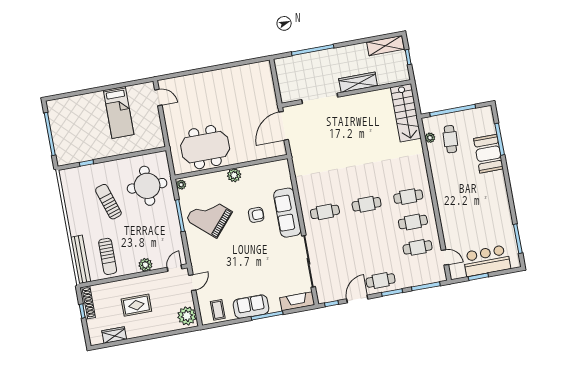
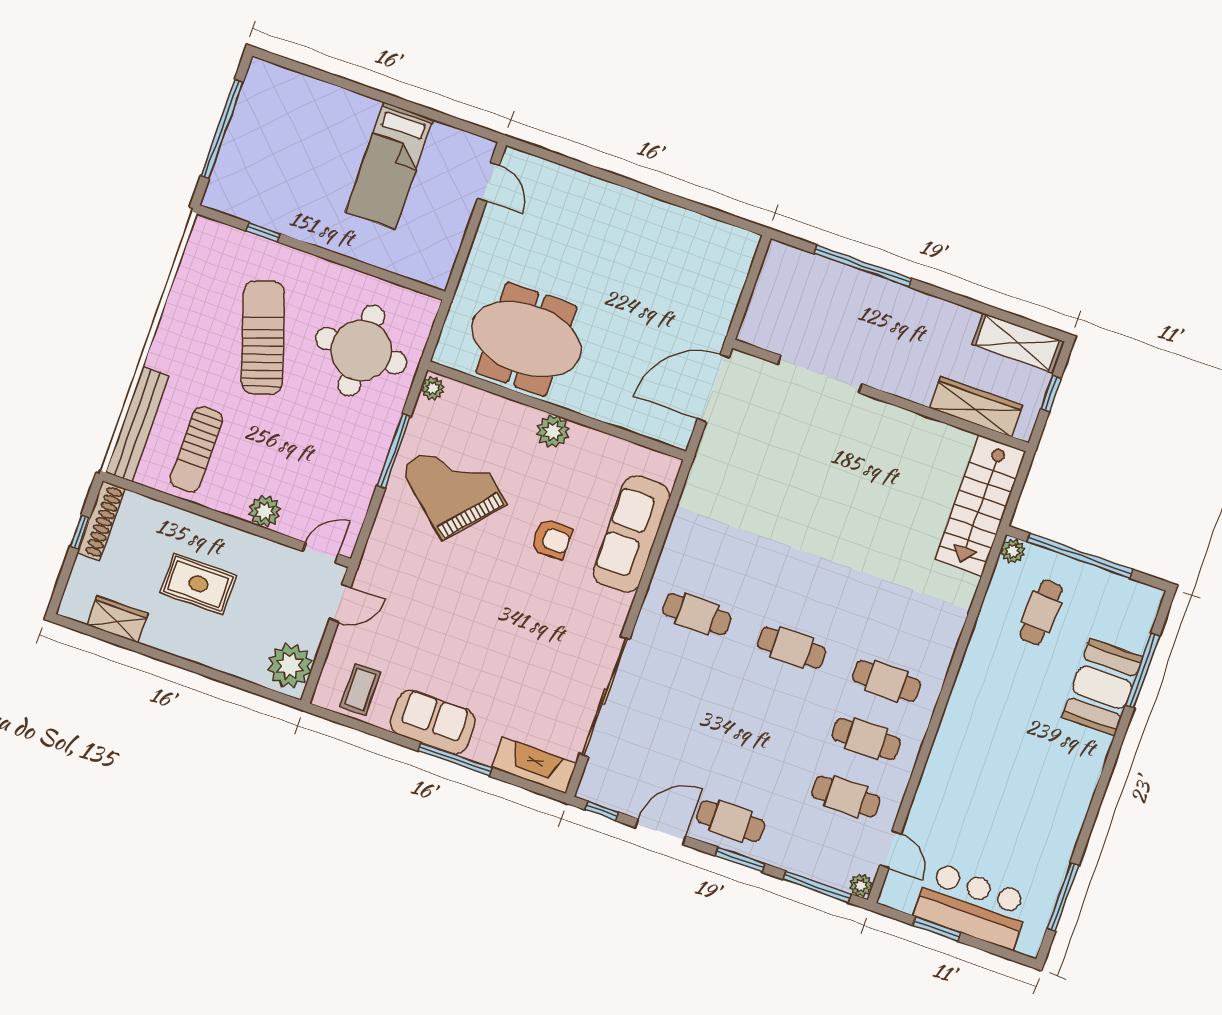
wardrobe: (358, 82) -> (976, 407), moved
plant: (430, 138) -> (1013, 551), moved
sun lounger: (108, 202) -> (263, 338), width x1.36, depth x1.34
sofa: (287, 213) -> (631, 534), moved
plant: (442, 277) -> (861, 885), added

